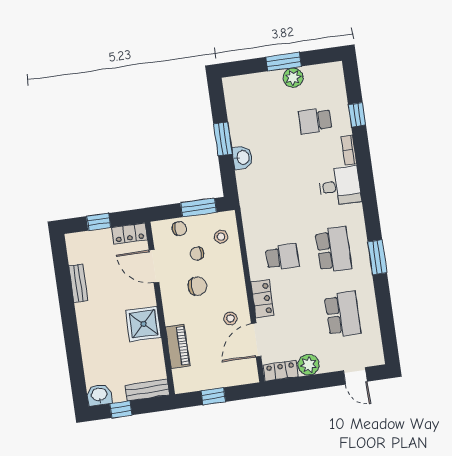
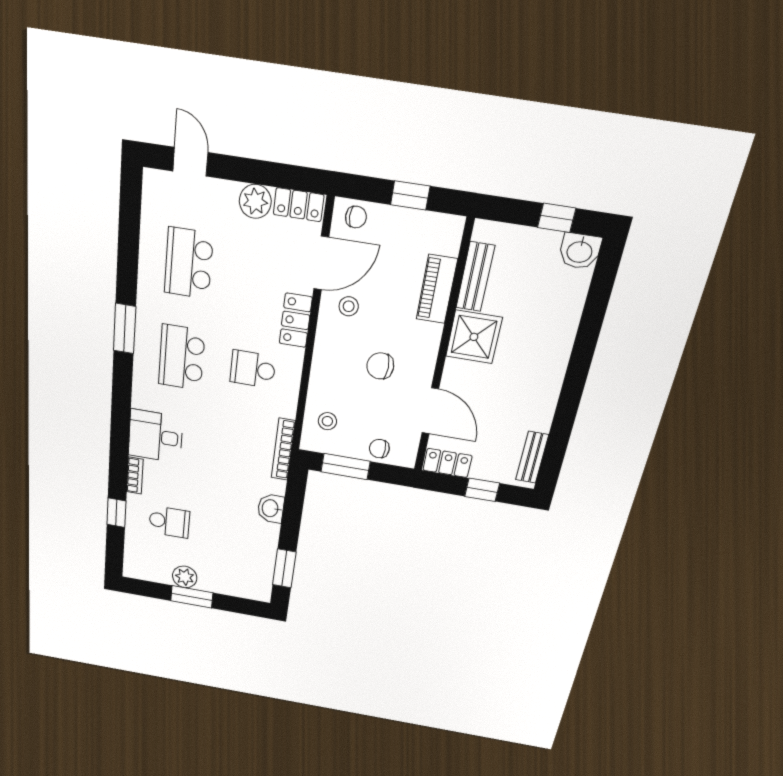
window: (223, 139) -> (284, 568), moved
bookcase: (246, 206) -> (283, 449), added
chair: (197, 254) -> (356, 217), moved
bench: (78, 283) -> (532, 457), moved
bench: (147, 390) -> (475, 277), moved, turned 90

